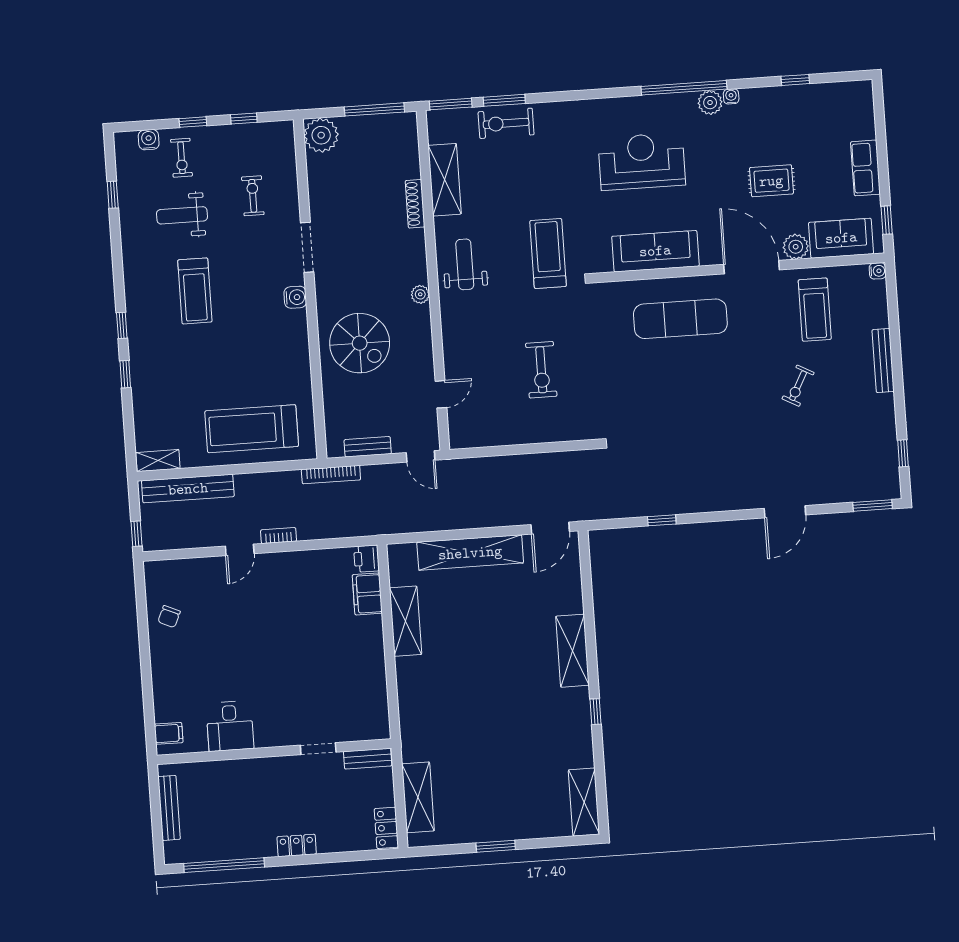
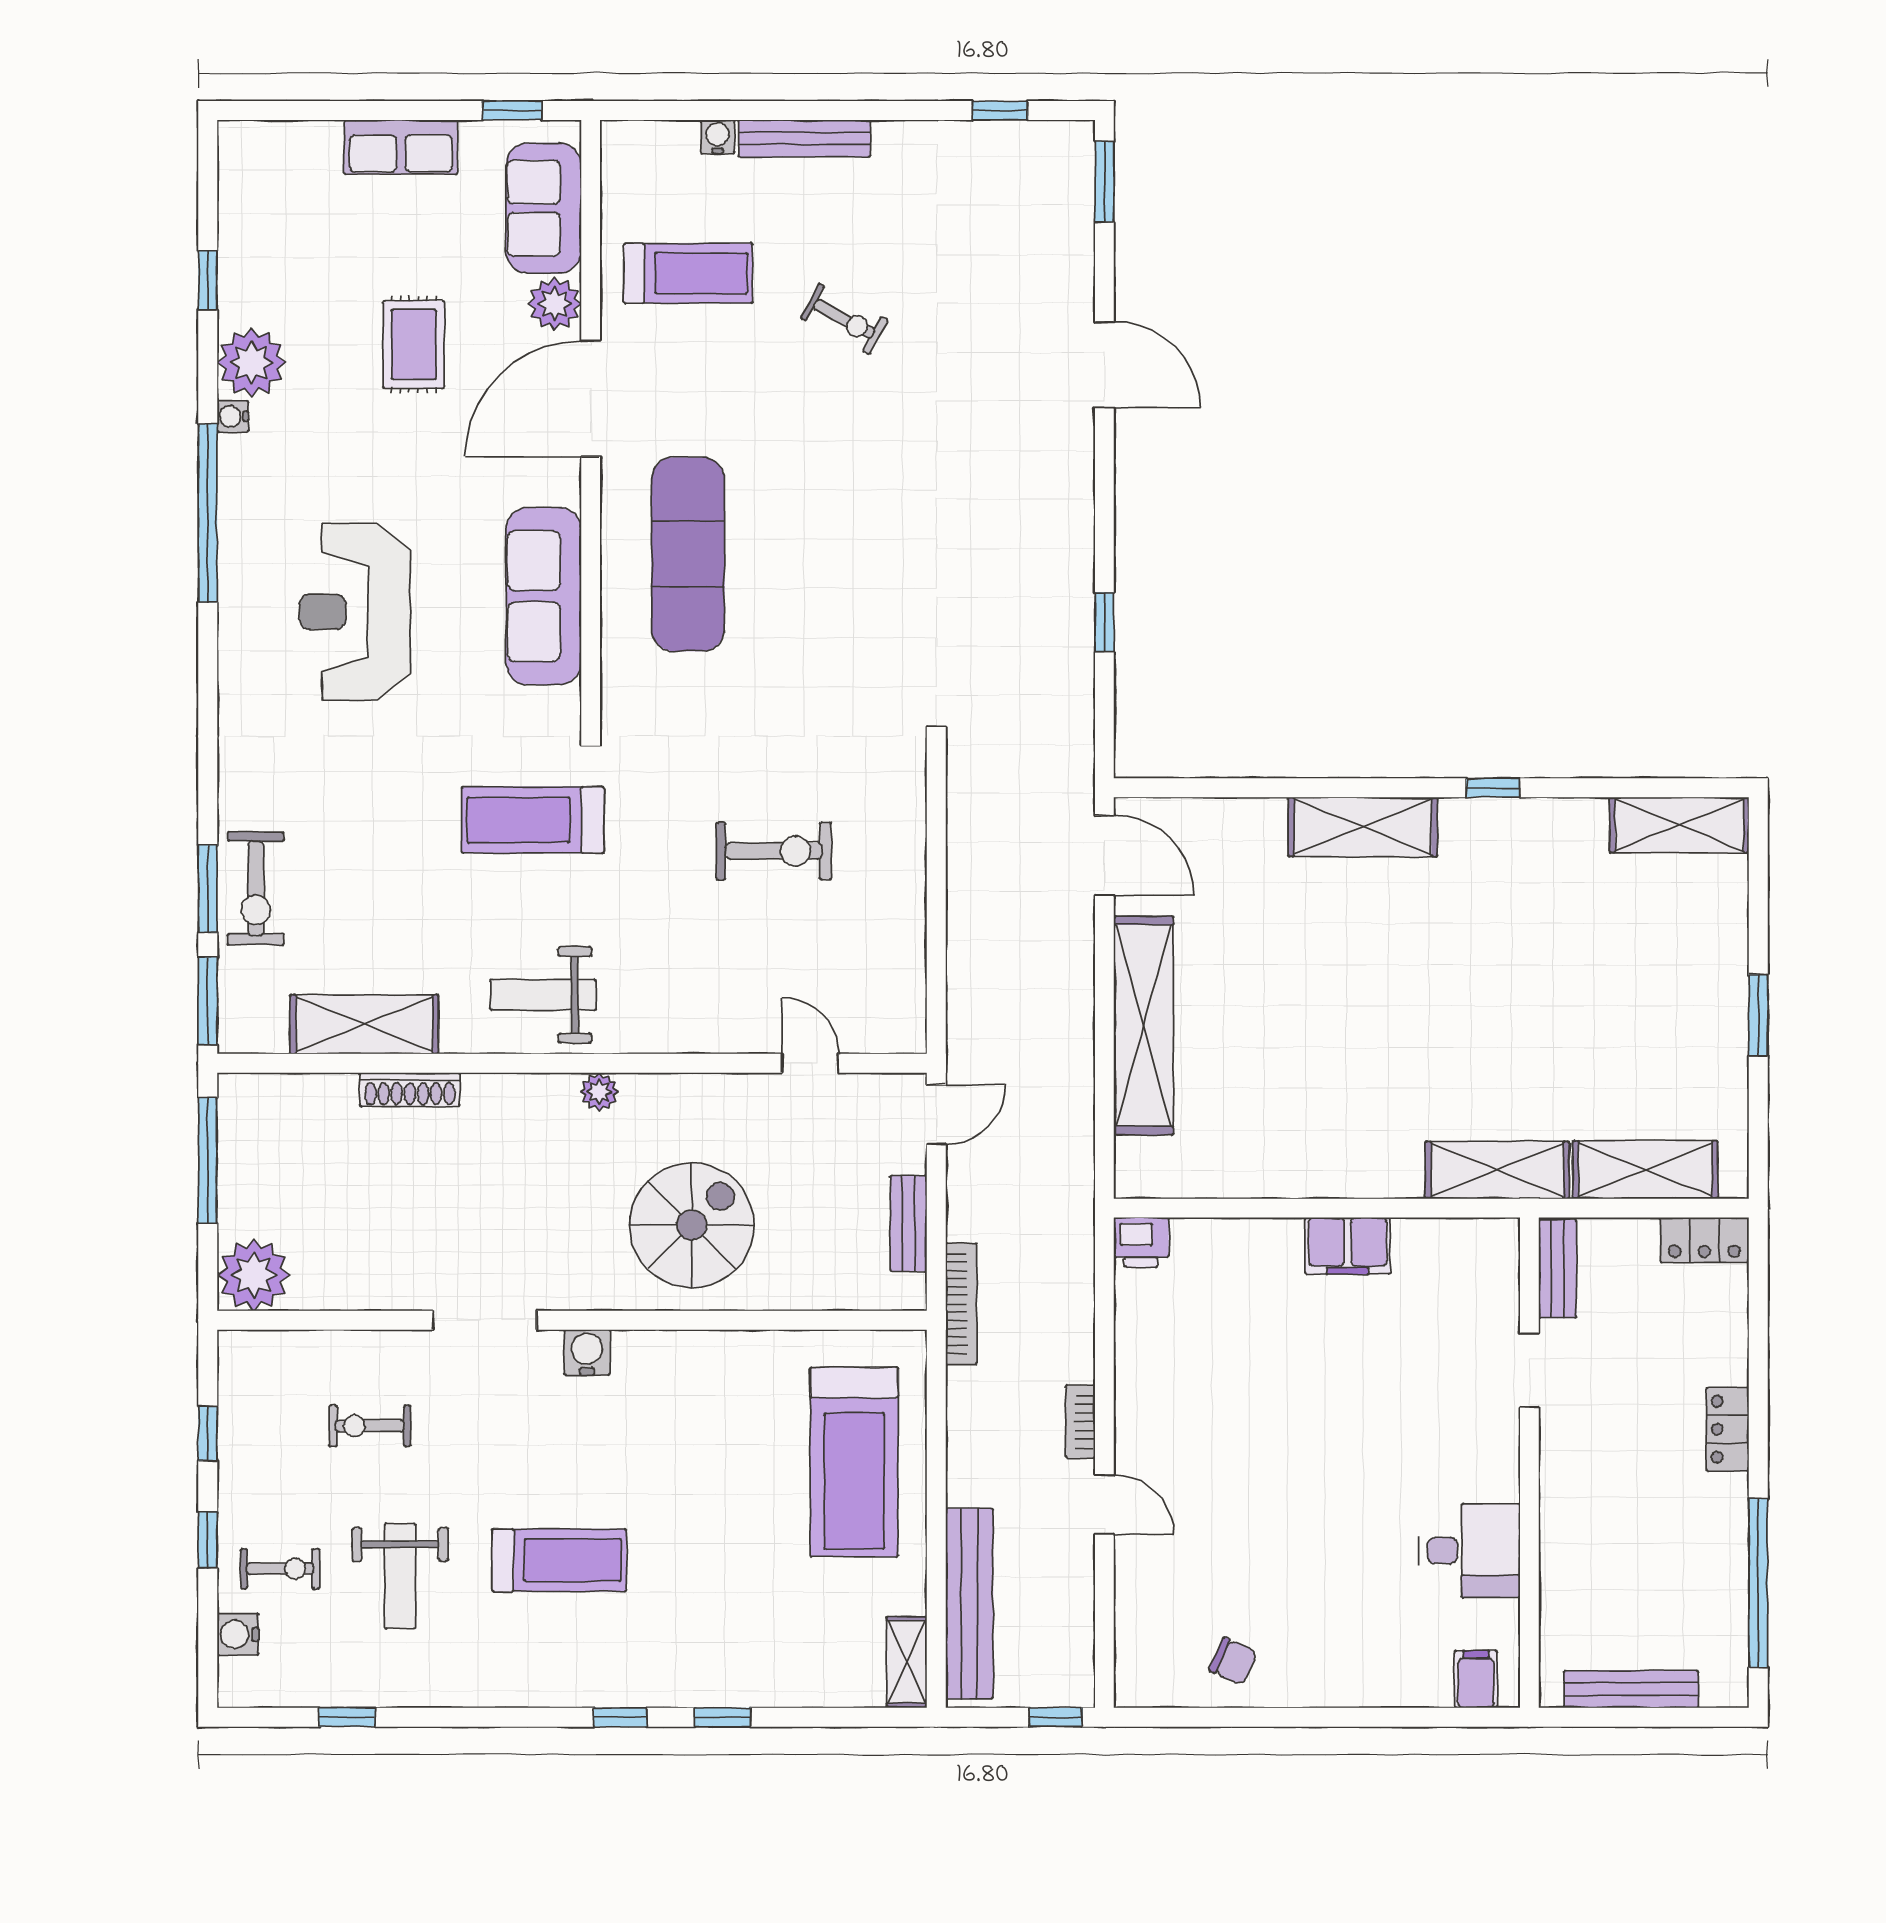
plant: (710, 103) -> (251, 363), moved, width x1.36, depth x1.36
water cooler: (878, 271) -> (718, 137), moved
filing cabinet: (367, 594) -> (1348, 1246), moved
shelving: (406, 621) -> (1497, 1170), moved

